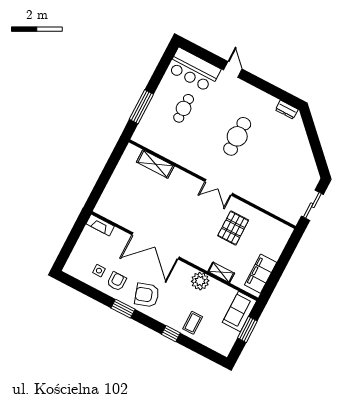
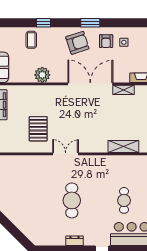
dresser: (287, 110) -> (74, 241), moved
shelving: (221, 272) -> (124, 90), moved

